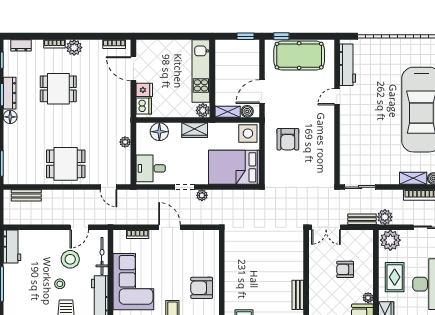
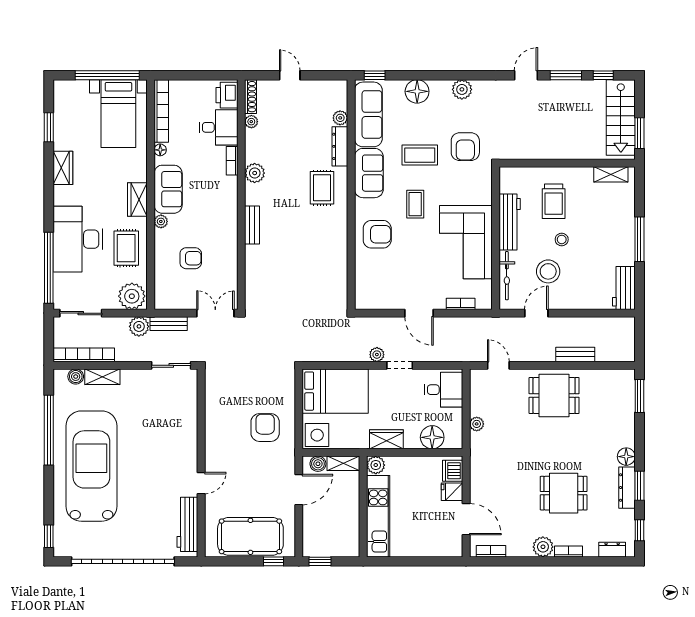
bench: (26, 195) -> (575, 354), moved

